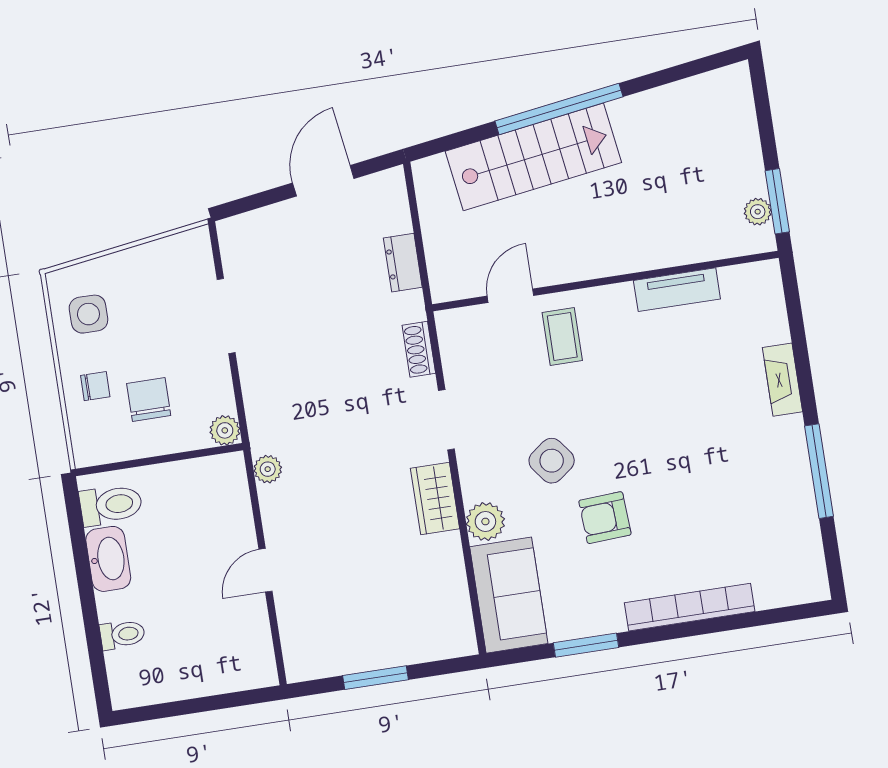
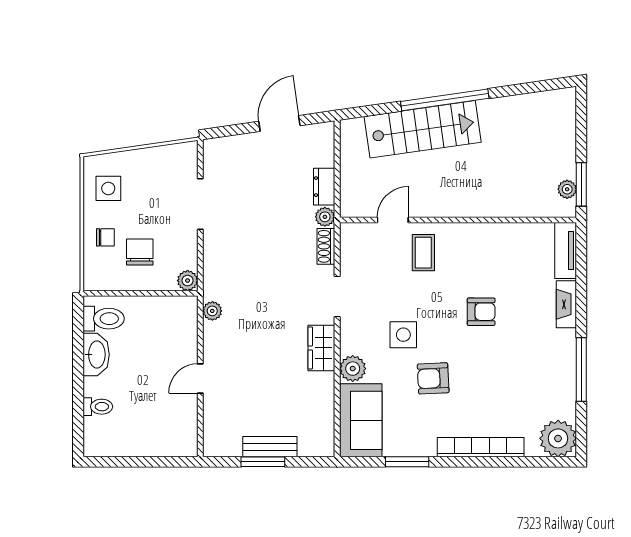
tv unit: (677, 290) -> (566, 251), moved, turned 90
plant: (411, 306) -> (325, 217), added
armchair: (660, 410) -> (481, 312), added
side table: (552, 461) -> (403, 335), turned 37
plant: (801, 577) -> (558, 438), added
bench: (382, 654) -> (270, 447), added

